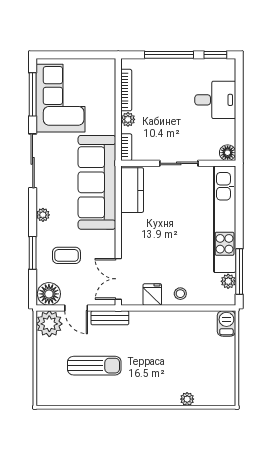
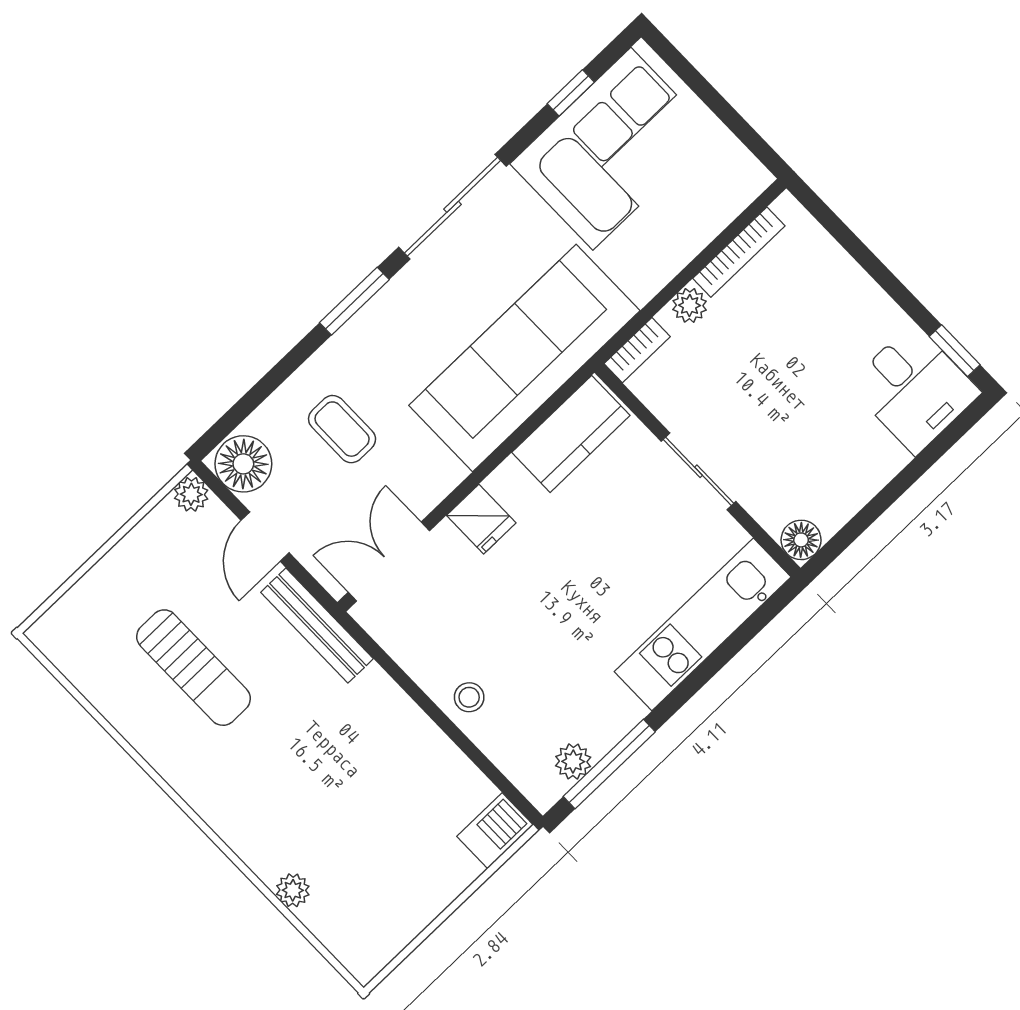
window: (169, 55) -> (875, 268), removed
window: (33, 94) -> (571, 93), width x0.46
desk: (215, 100) -> (914, 389), moved
plant: (43, 215) -> (374, 317), removed
kitchen unit: (225, 219) -> (703, 624), width x0.73
window: (33, 253) -> (354, 301), moved
fridge: (152, 294) -> (481, 519), moved, turned 90
bench: (110, 318) -> (317, 626), width x1.36
plant: (49, 324) -> (191, 494), width x0.53, depth x0.53

